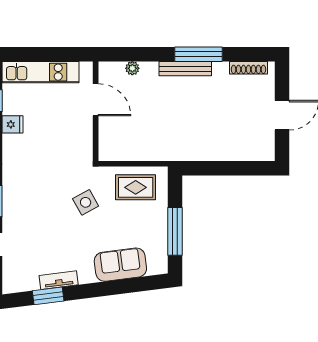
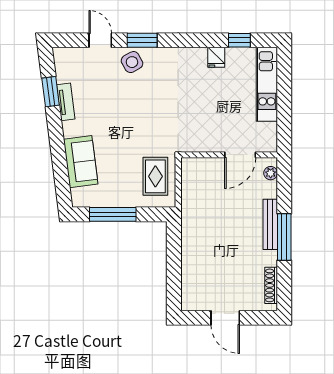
door: (96, 100) -> (240, 155), moved
wall: (96, 111) -> (229, 155), moved
side table: (86, 202) -> (132, 62), moved

